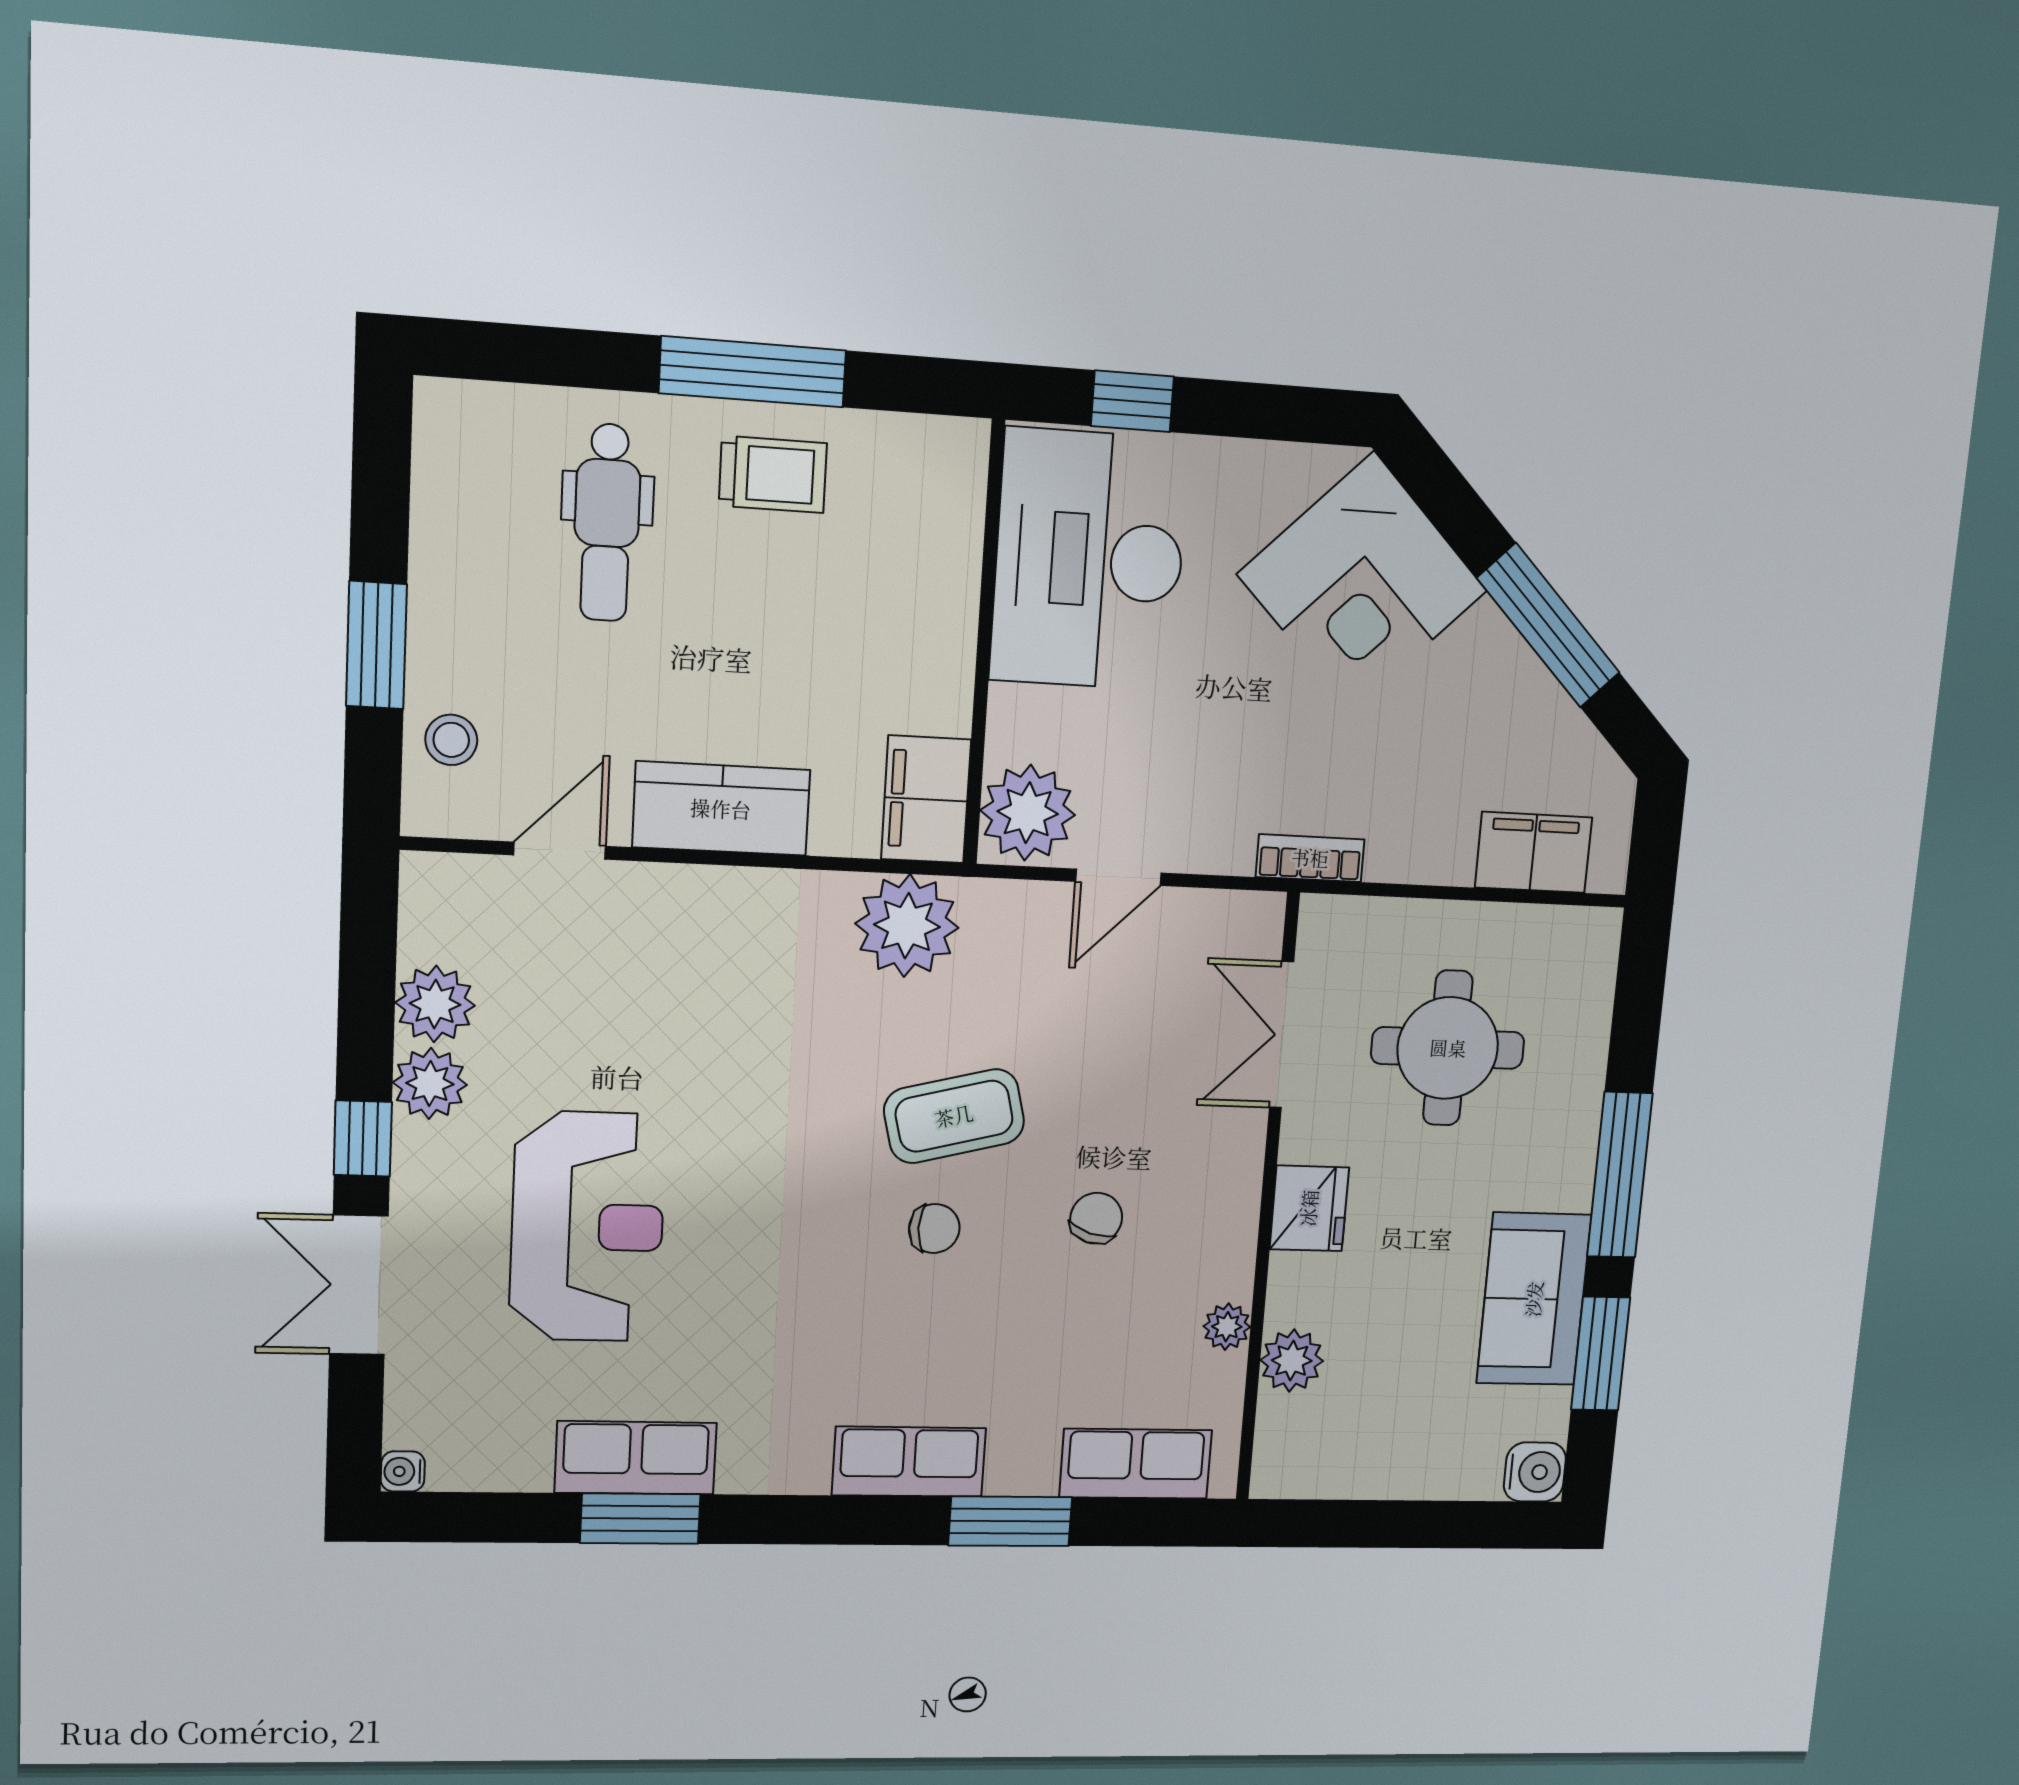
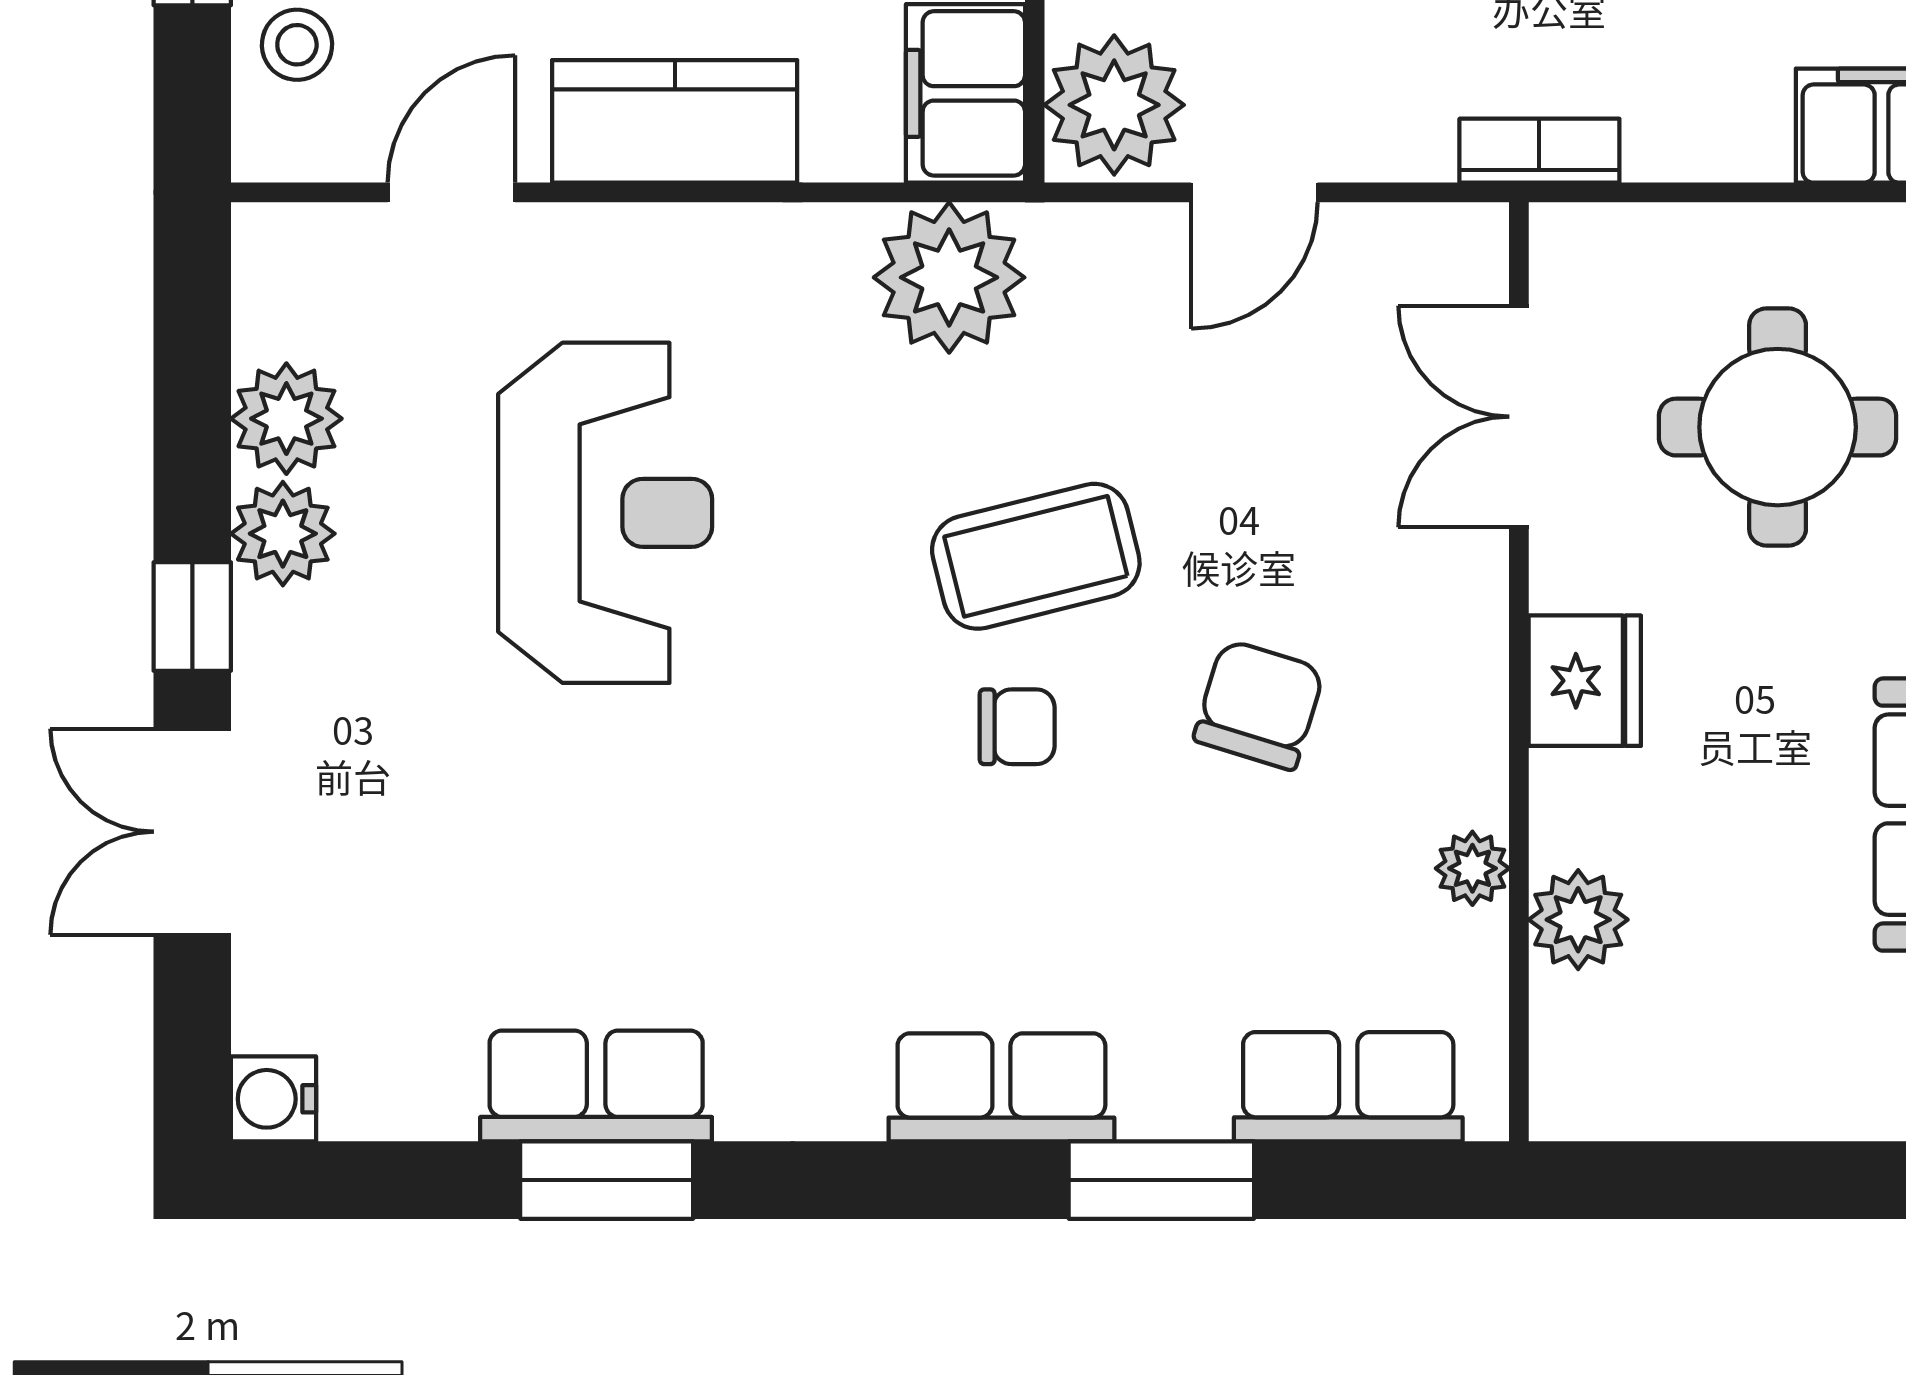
chair: (1096, 1218) -> (1259, 705), width x1.37, depth x1.37
reception desk: (587, 1227) -> (605, 513), moved
water cooler: (403, 1471) -> (274, 1099), width x1.38, depth x1.38

